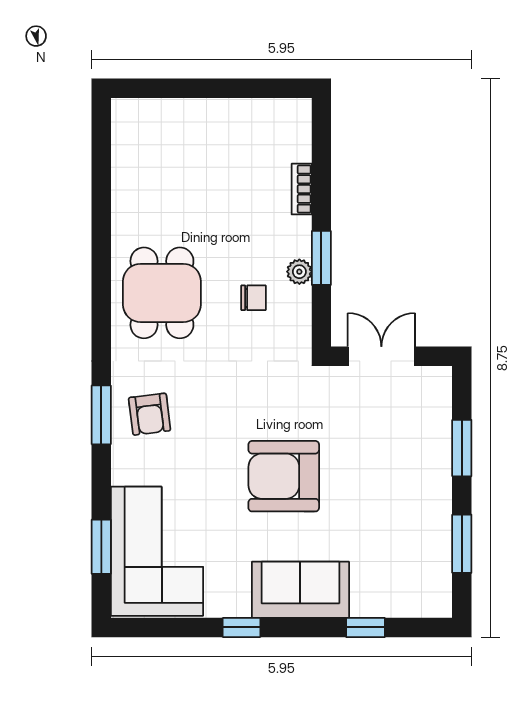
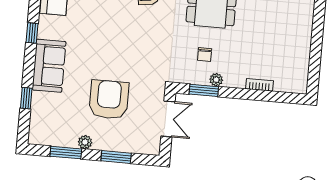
window: (321, 258) -> (204, 90), moved
armchair: (284, 476) -> (109, 100), moved
plant: (439, 509) -> (85, 142), added

